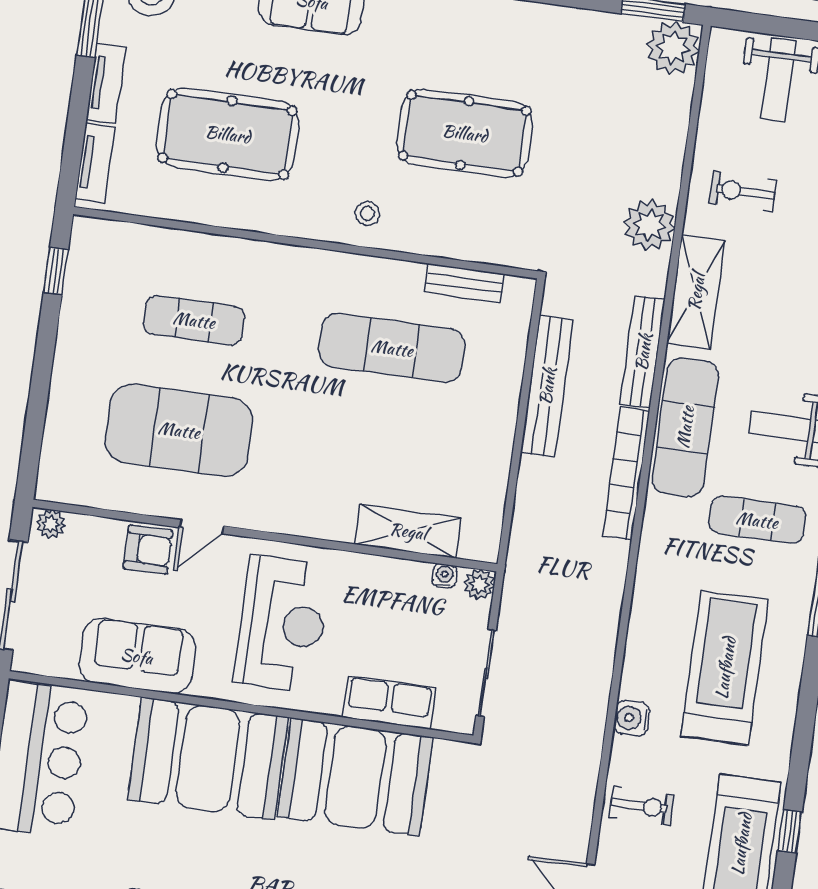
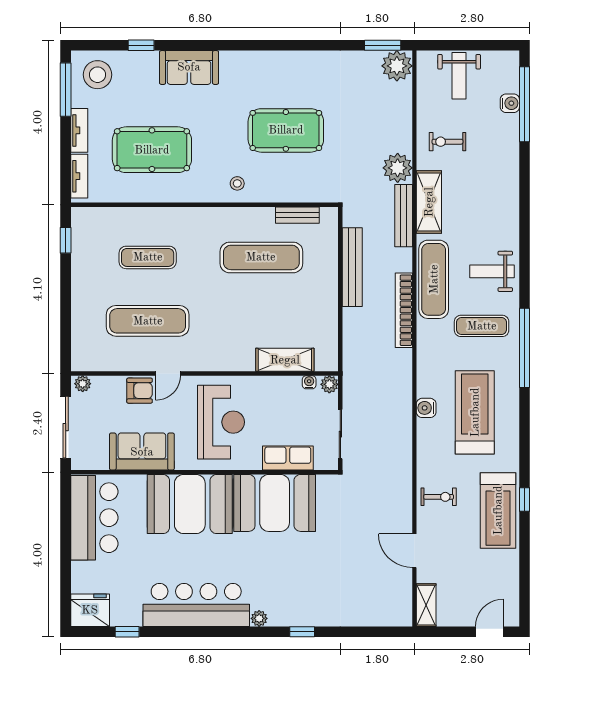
bench: (643, 352) -> (404, 216), moved
exercise mat: (179, 430) -> (148, 321), width x0.68
water cooler: (632, 718) -> (426, 408), moved

